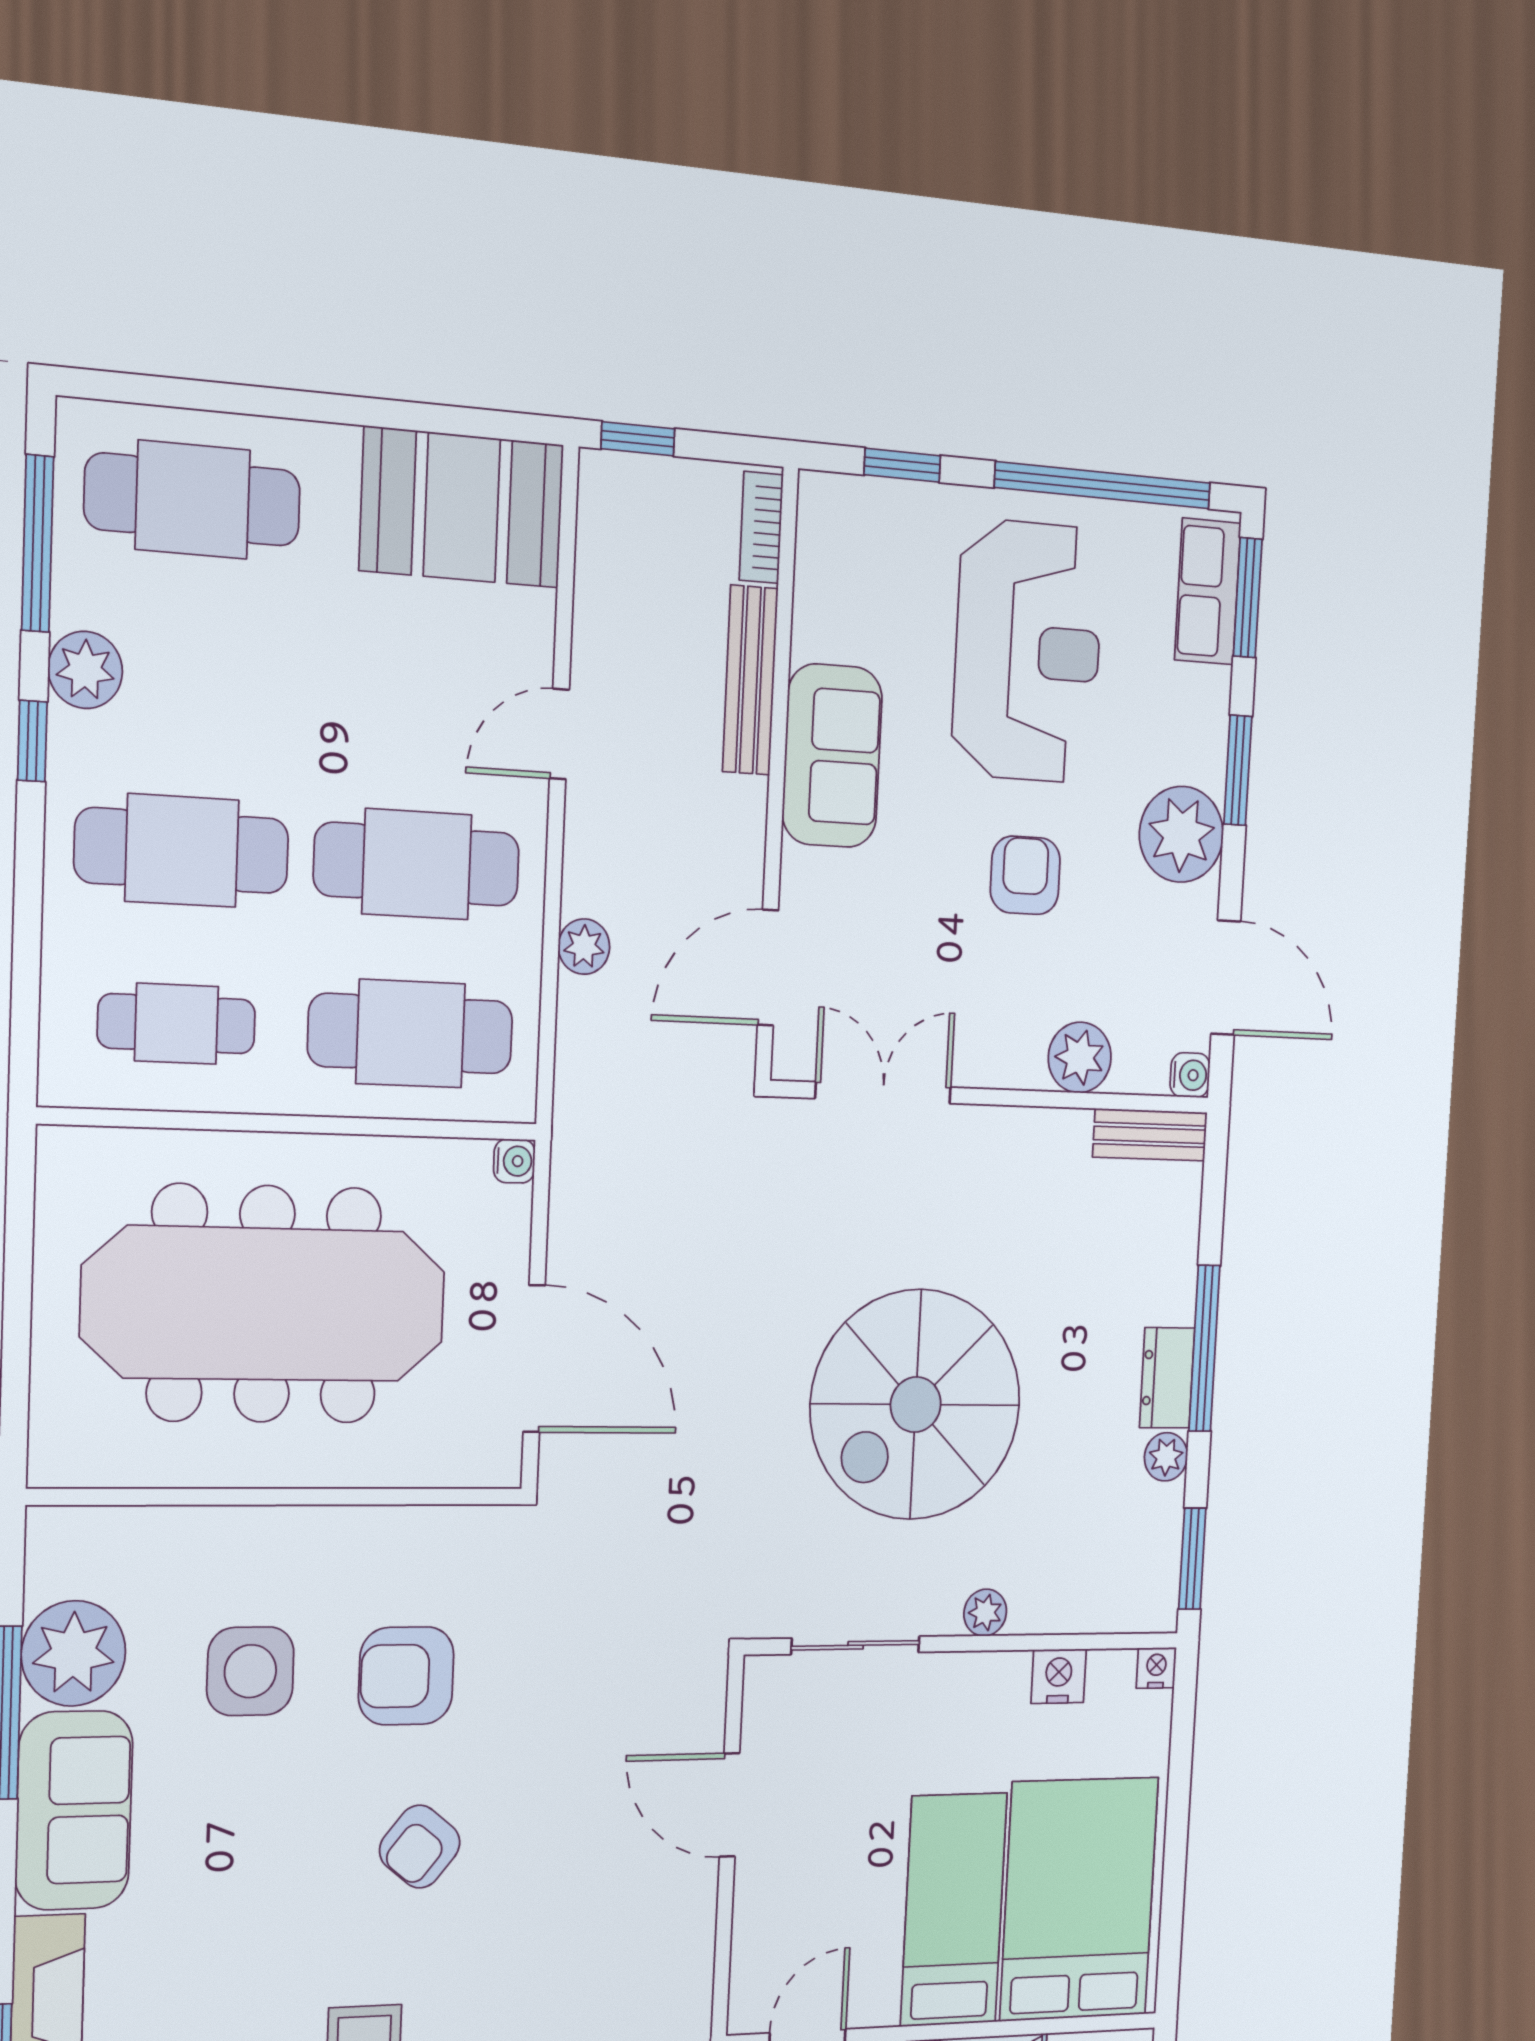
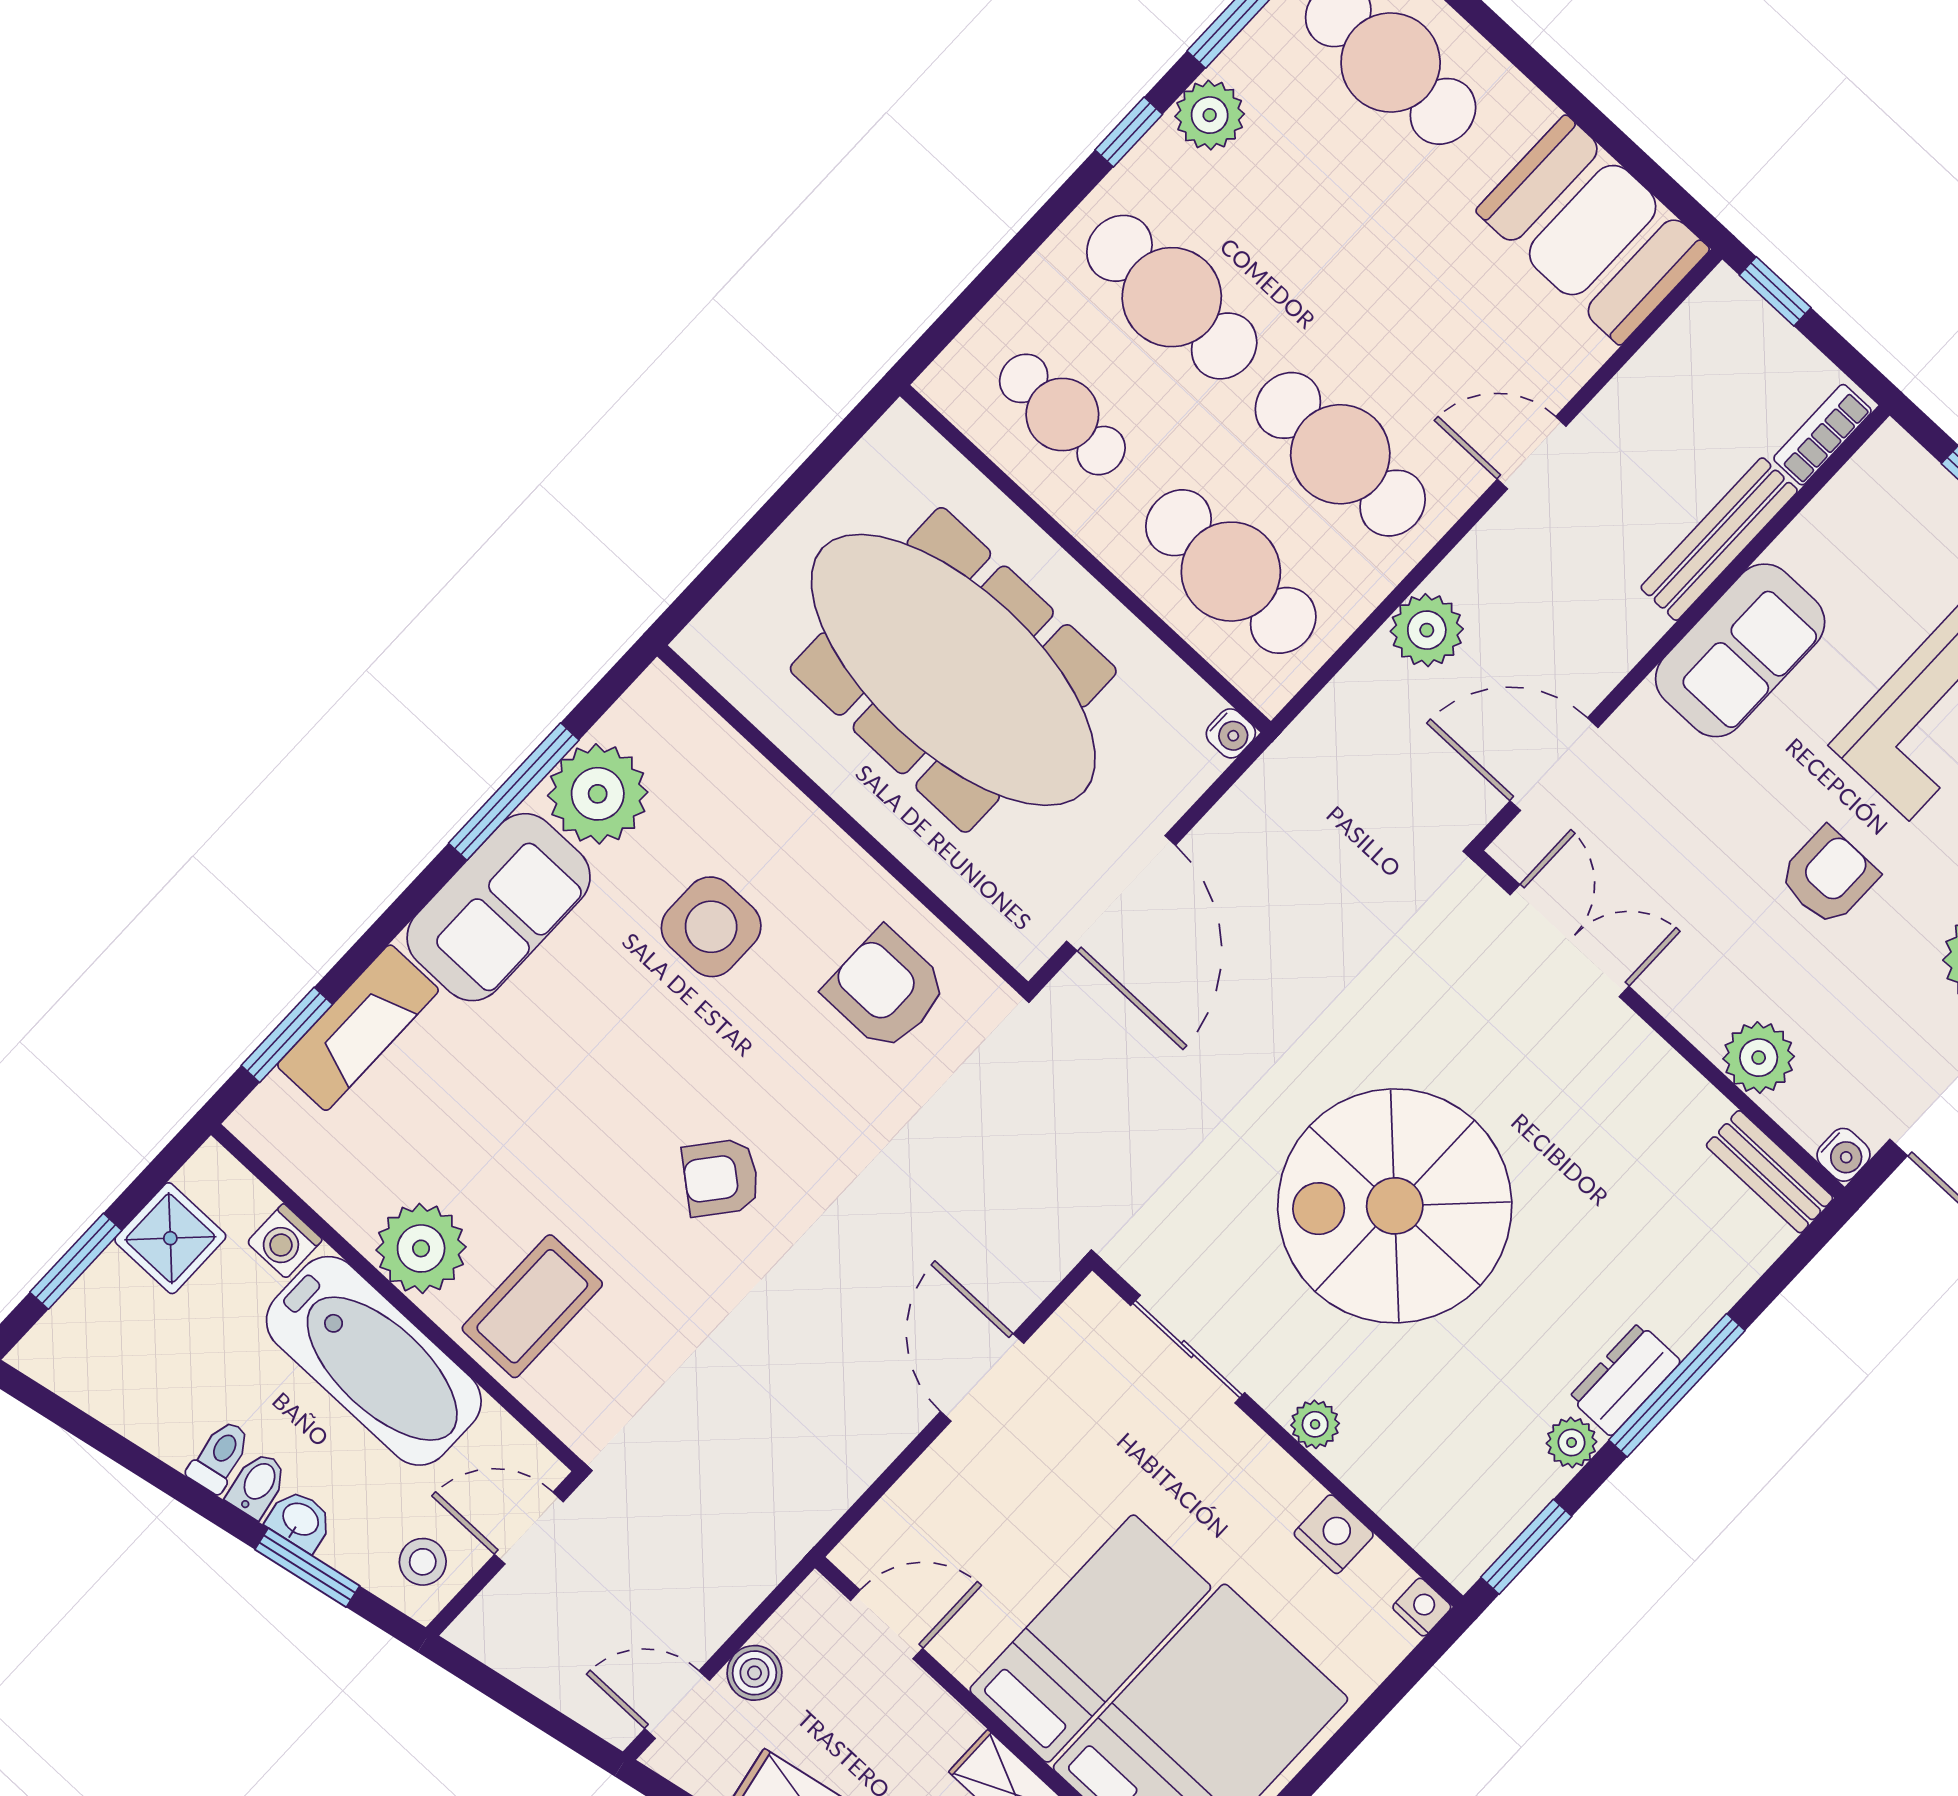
plant: (584, 947) -> (1427, 630), width x1.38, depth x1.38
armchair: (406, 1676) -> (886, 989), moved

